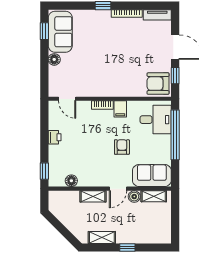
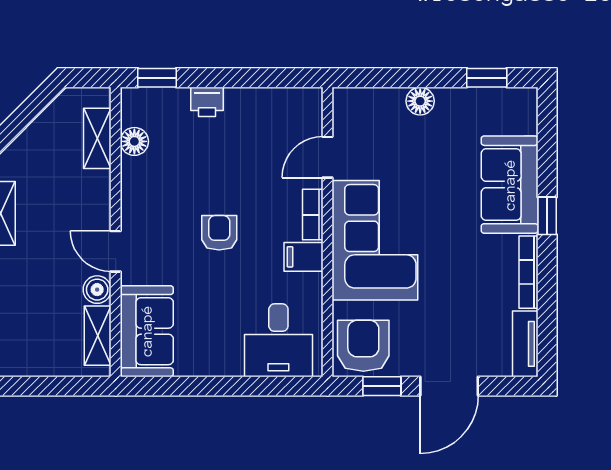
sofa: (60, 32) -> (510, 185), moved, turned 90
corner sofa: (113, 79) -> (375, 240), added
door: (67, 99) -> (327, 157), moved
window: (175, 135) -> (242, 386), removed
printer: (55, 137) -> (207, 102), moved
armchair: (122, 147) -> (219, 233), moved, turned -90
shelving: (93, 196) -> (97, 138), moved

